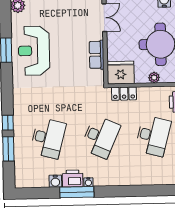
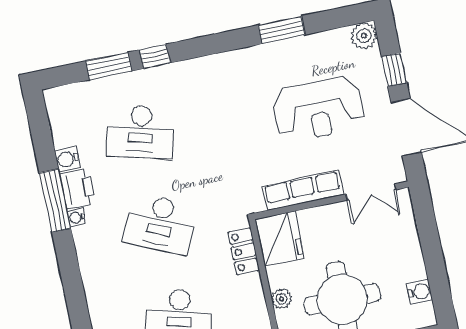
reception desk: (34, 51) -> (318, 109), moved, turned 180
row of seats: (97, 55) -> (303, 190), width x1.48

